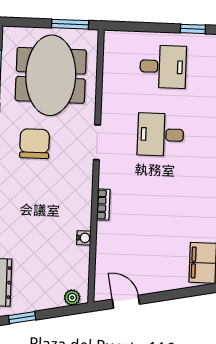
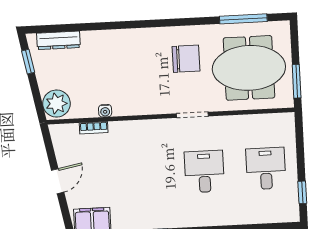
desk: (163, 67) -> (266, 168), turned 180
bookcase: (103, 205) -> (94, 128), moved
plant: (72, 298) -> (56, 104), width x1.88, depth x1.88
door: (126, 302) -> (58, 181), moved

